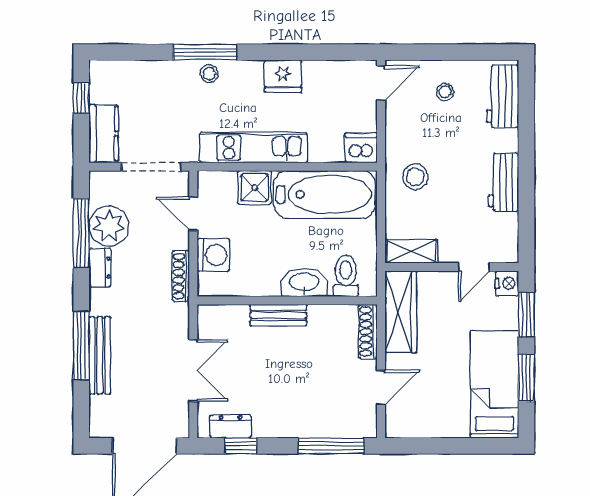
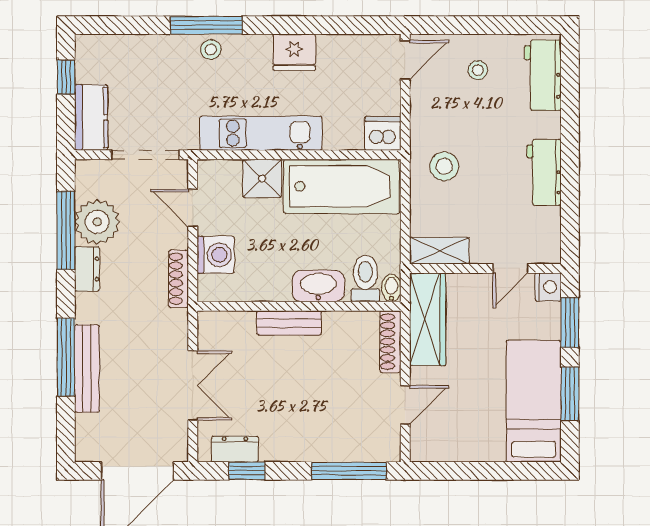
bidet: (369, 284) -> (391, 288), added

